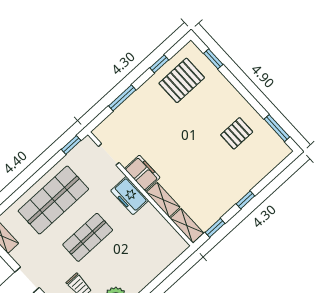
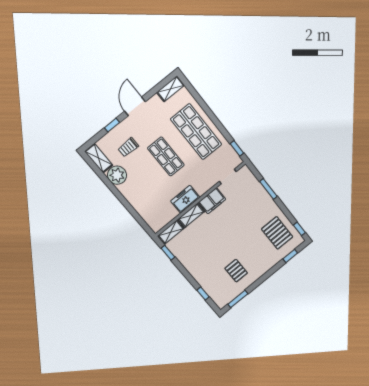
window: (159, 64) -> (299, 229), moved
freezer: (130, 196) -> (185, 199), moved
window: (245, 200) -> (203, 294), moved

